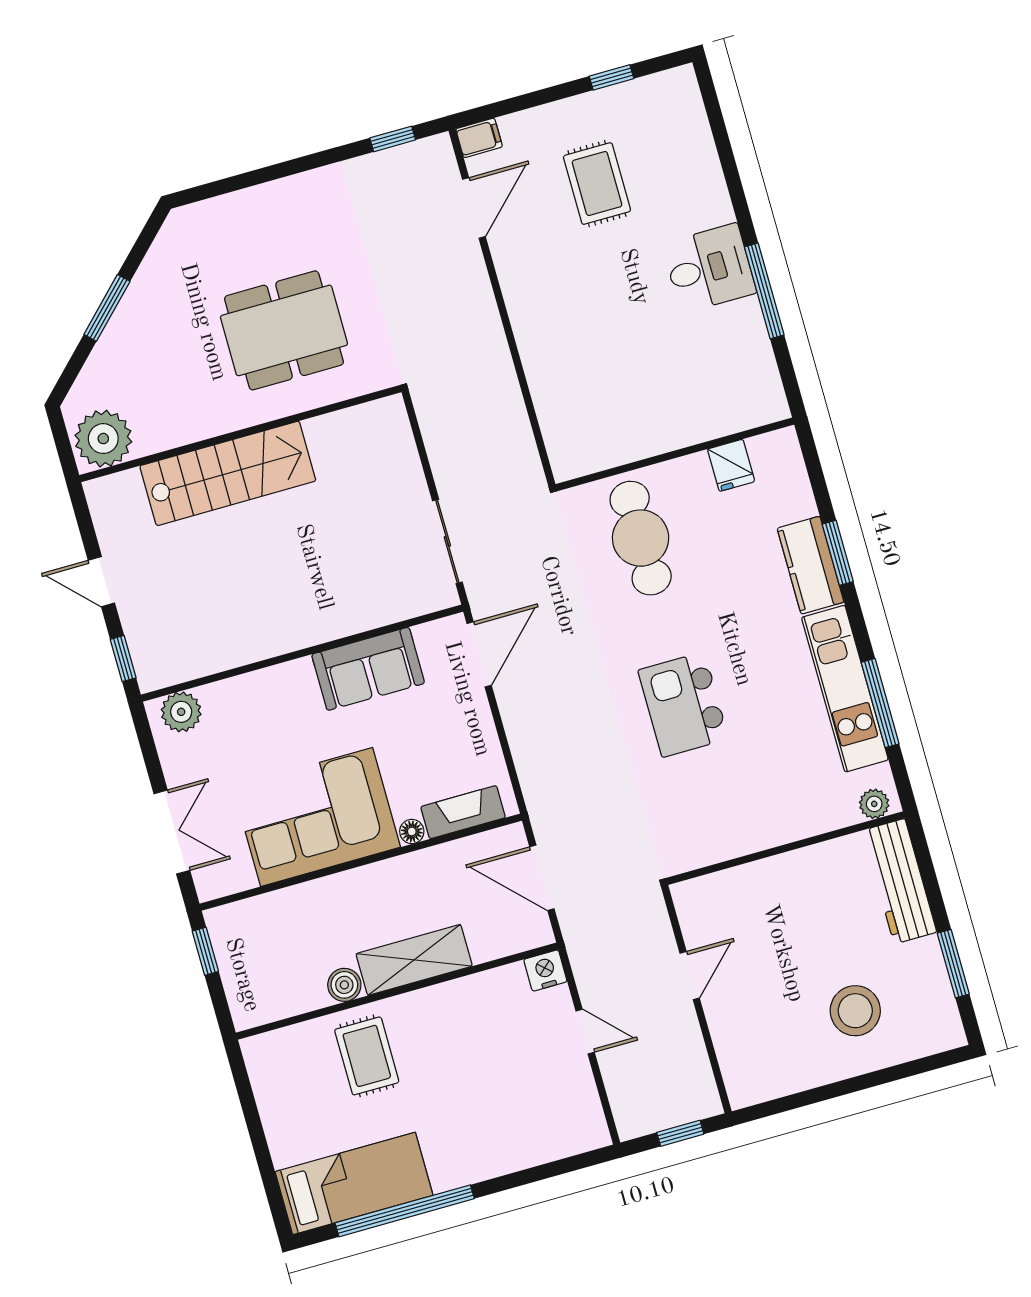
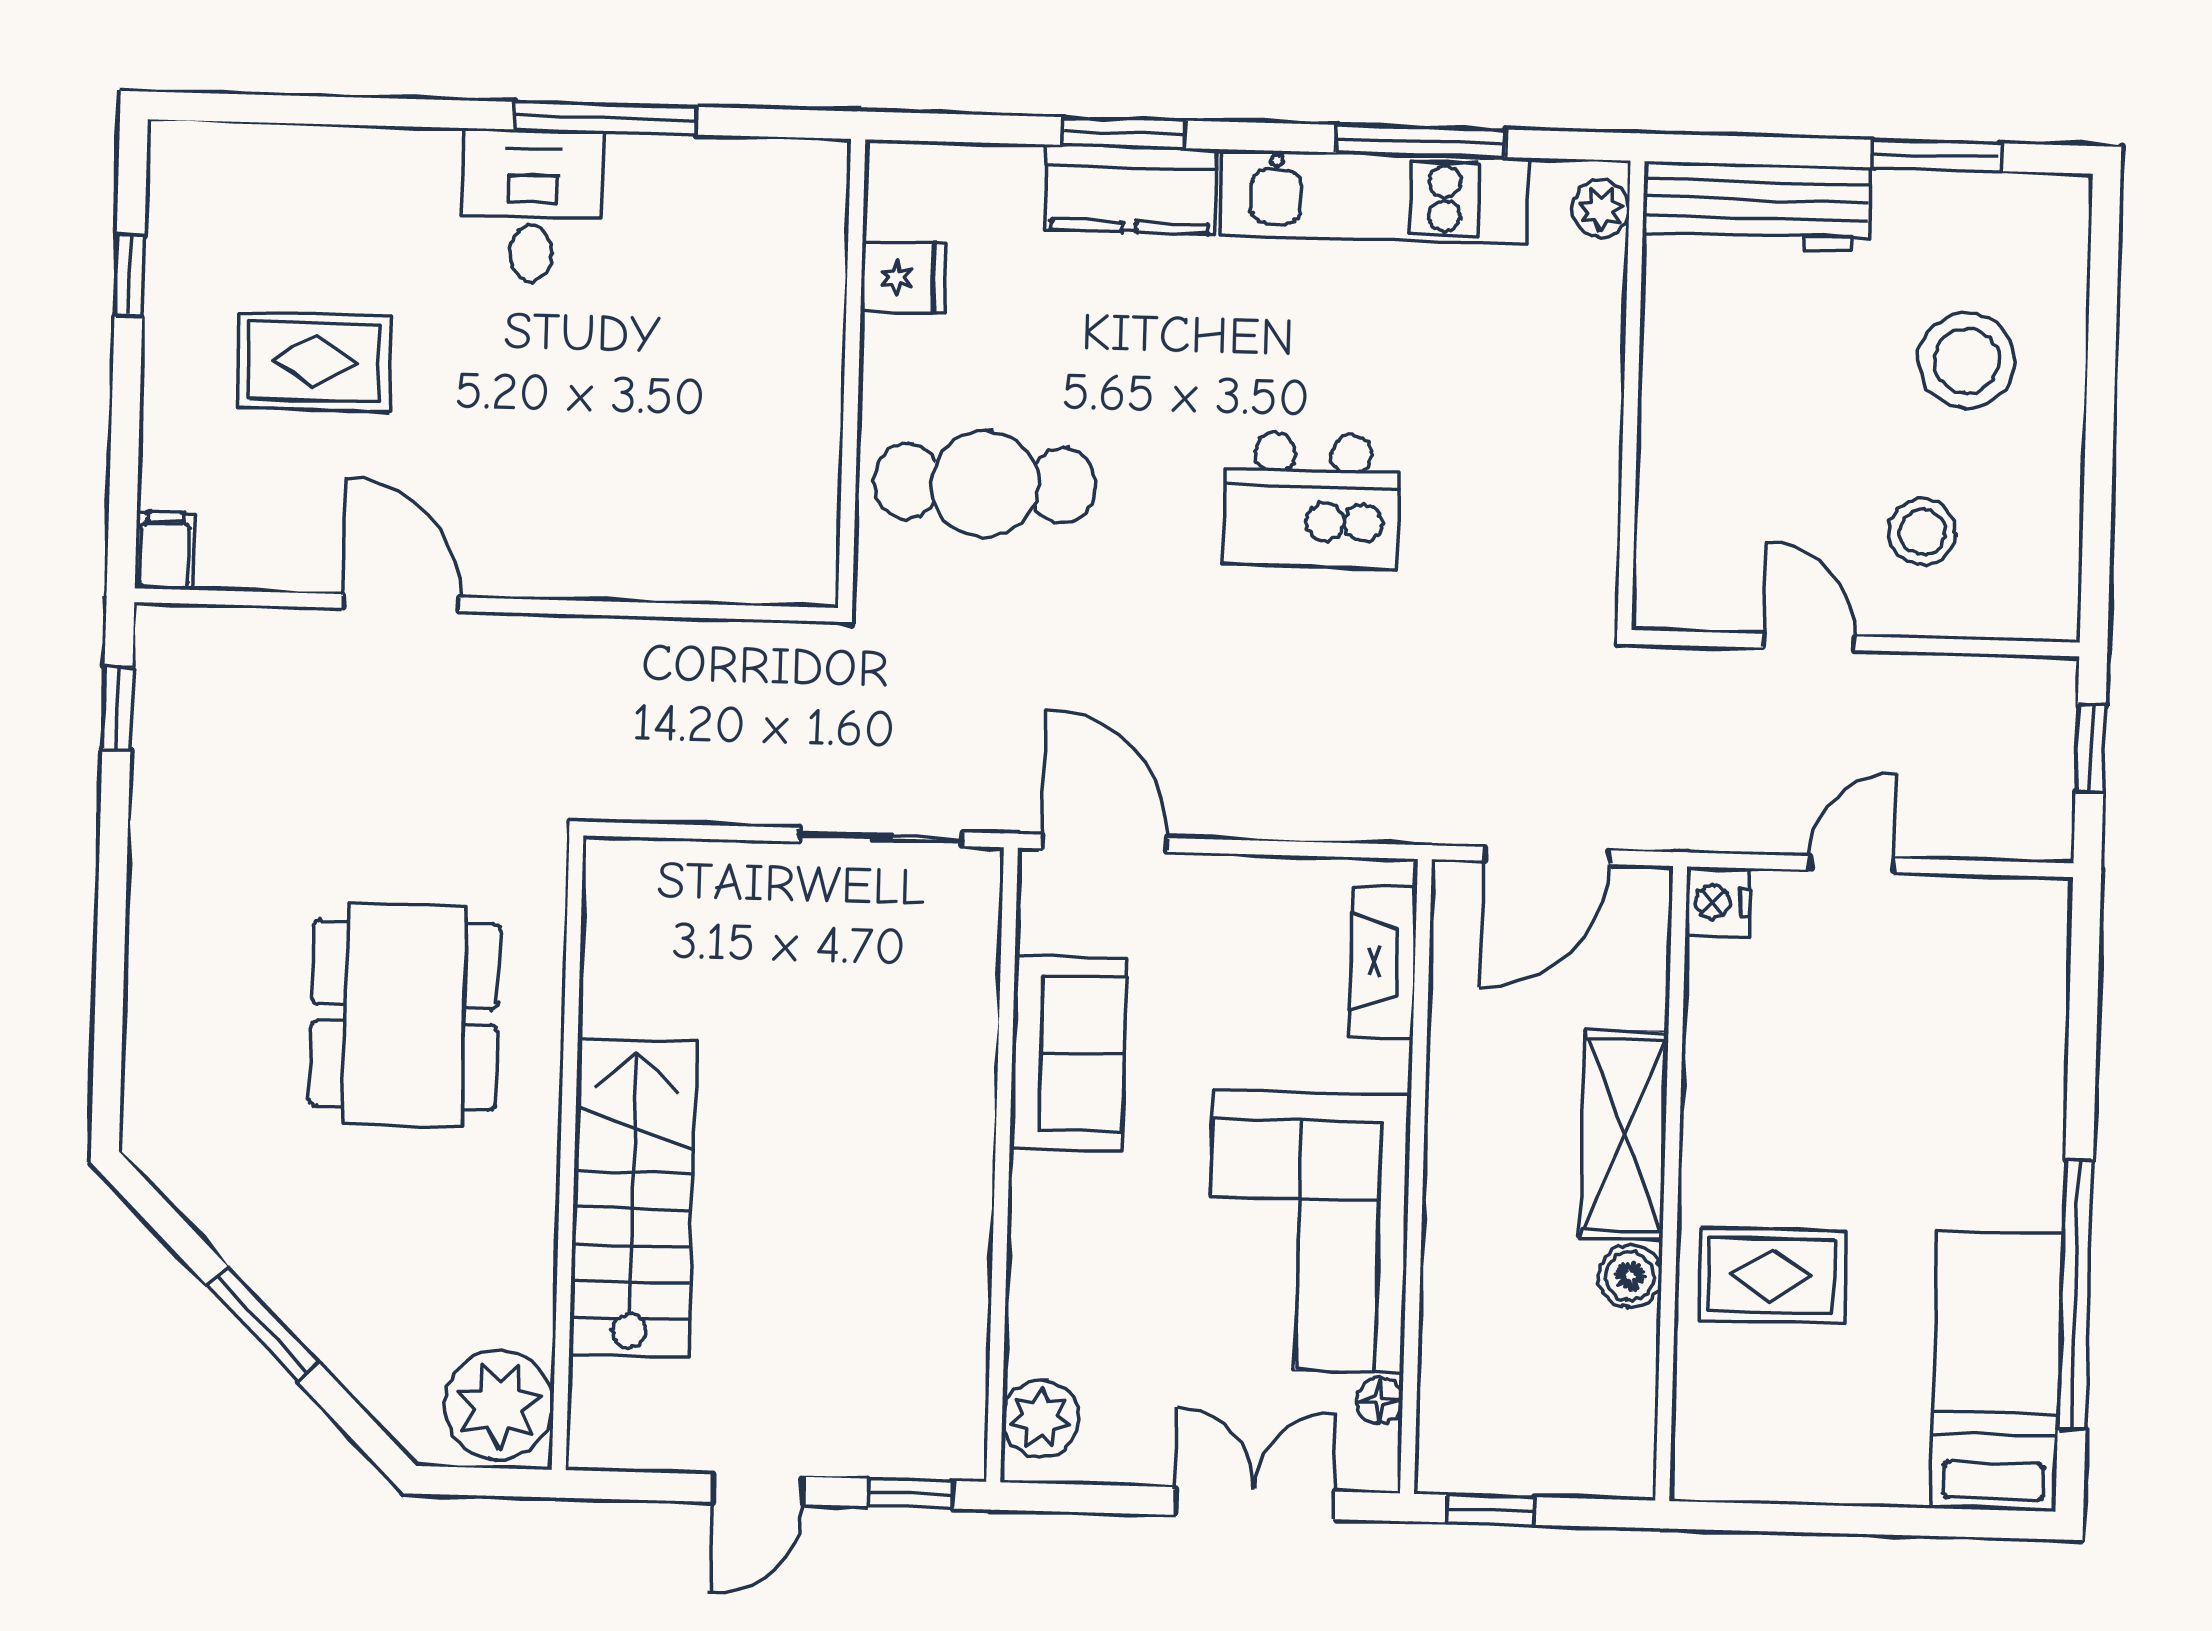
door: (474, 208) -> (401, 603), moved
floor lamp: (412, 831) -> (1380, 1400), moved
stool: (763, 1015) -> (1922, 532), added

